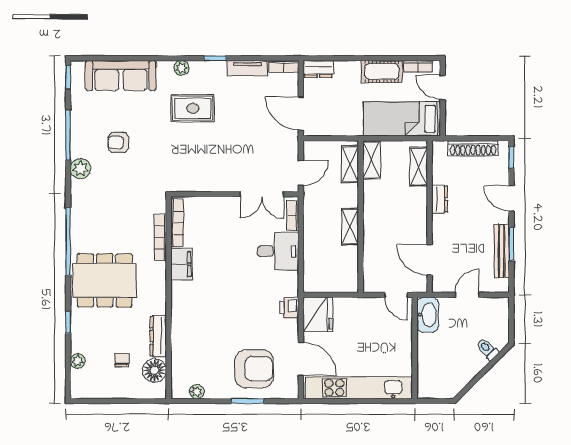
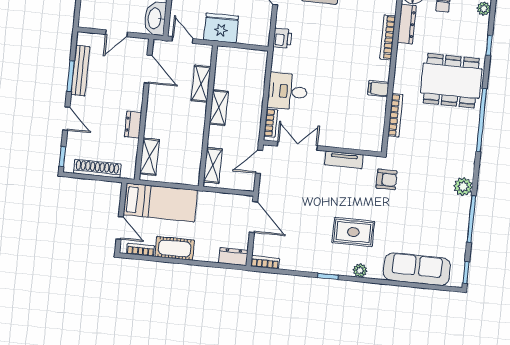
tv unit: (247, 68) -> (344, 160), moved, turned 180
armchair: (118, 142) -> (386, 179), moved
shelving: (371, 160) -> (201, 84), moved
bookcase: (177, 223) -> (388, 37), moved
filing cabinet: (182, 264) -> (378, 89), width x0.50
fridge: (318, 314) -> (221, 28), moved, turned 90

